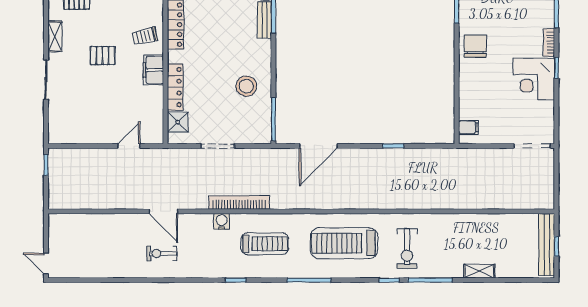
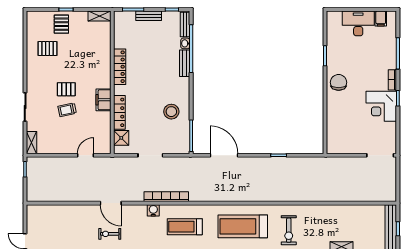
shelving: (55, 36) -> (32, 143), moved
trolley: (145, 36) -> (67, 110), moved
filing cabinet: (468, 127) -> (334, 142), removed
door: (318, 146) -> (224, 155), swing flipped
treadmill: (265, 244) -> (185, 227), turned 180

